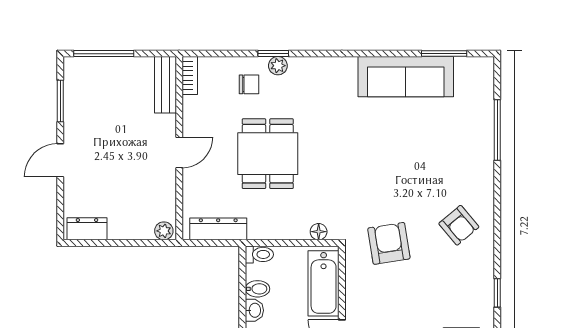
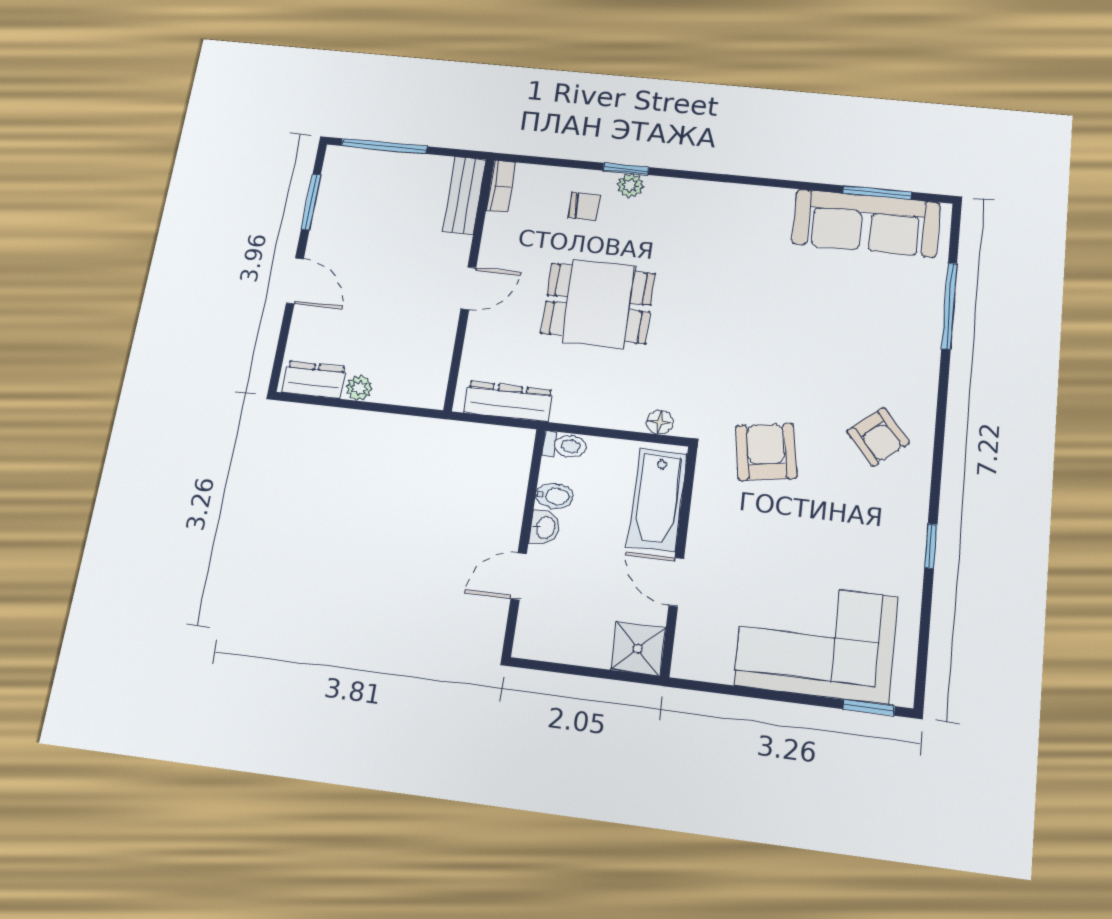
sofa: (406, 77) -> (866, 223), moved
dining table: (268, 154) -> (598, 303), turned 90
door: (60, 160) -> (295, 281), swing flipped
plant: (164, 231) -> (359, 388), moved

